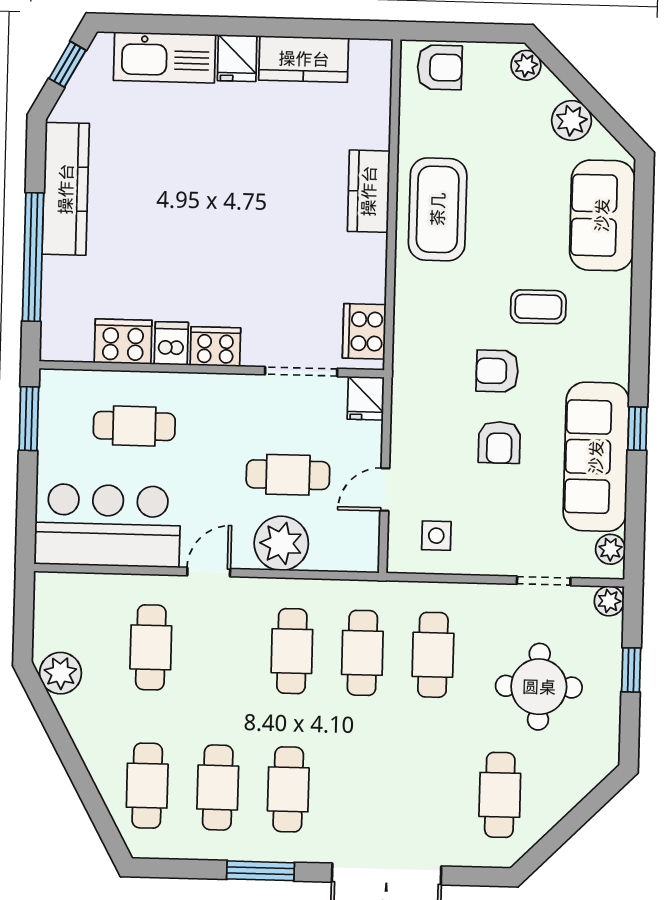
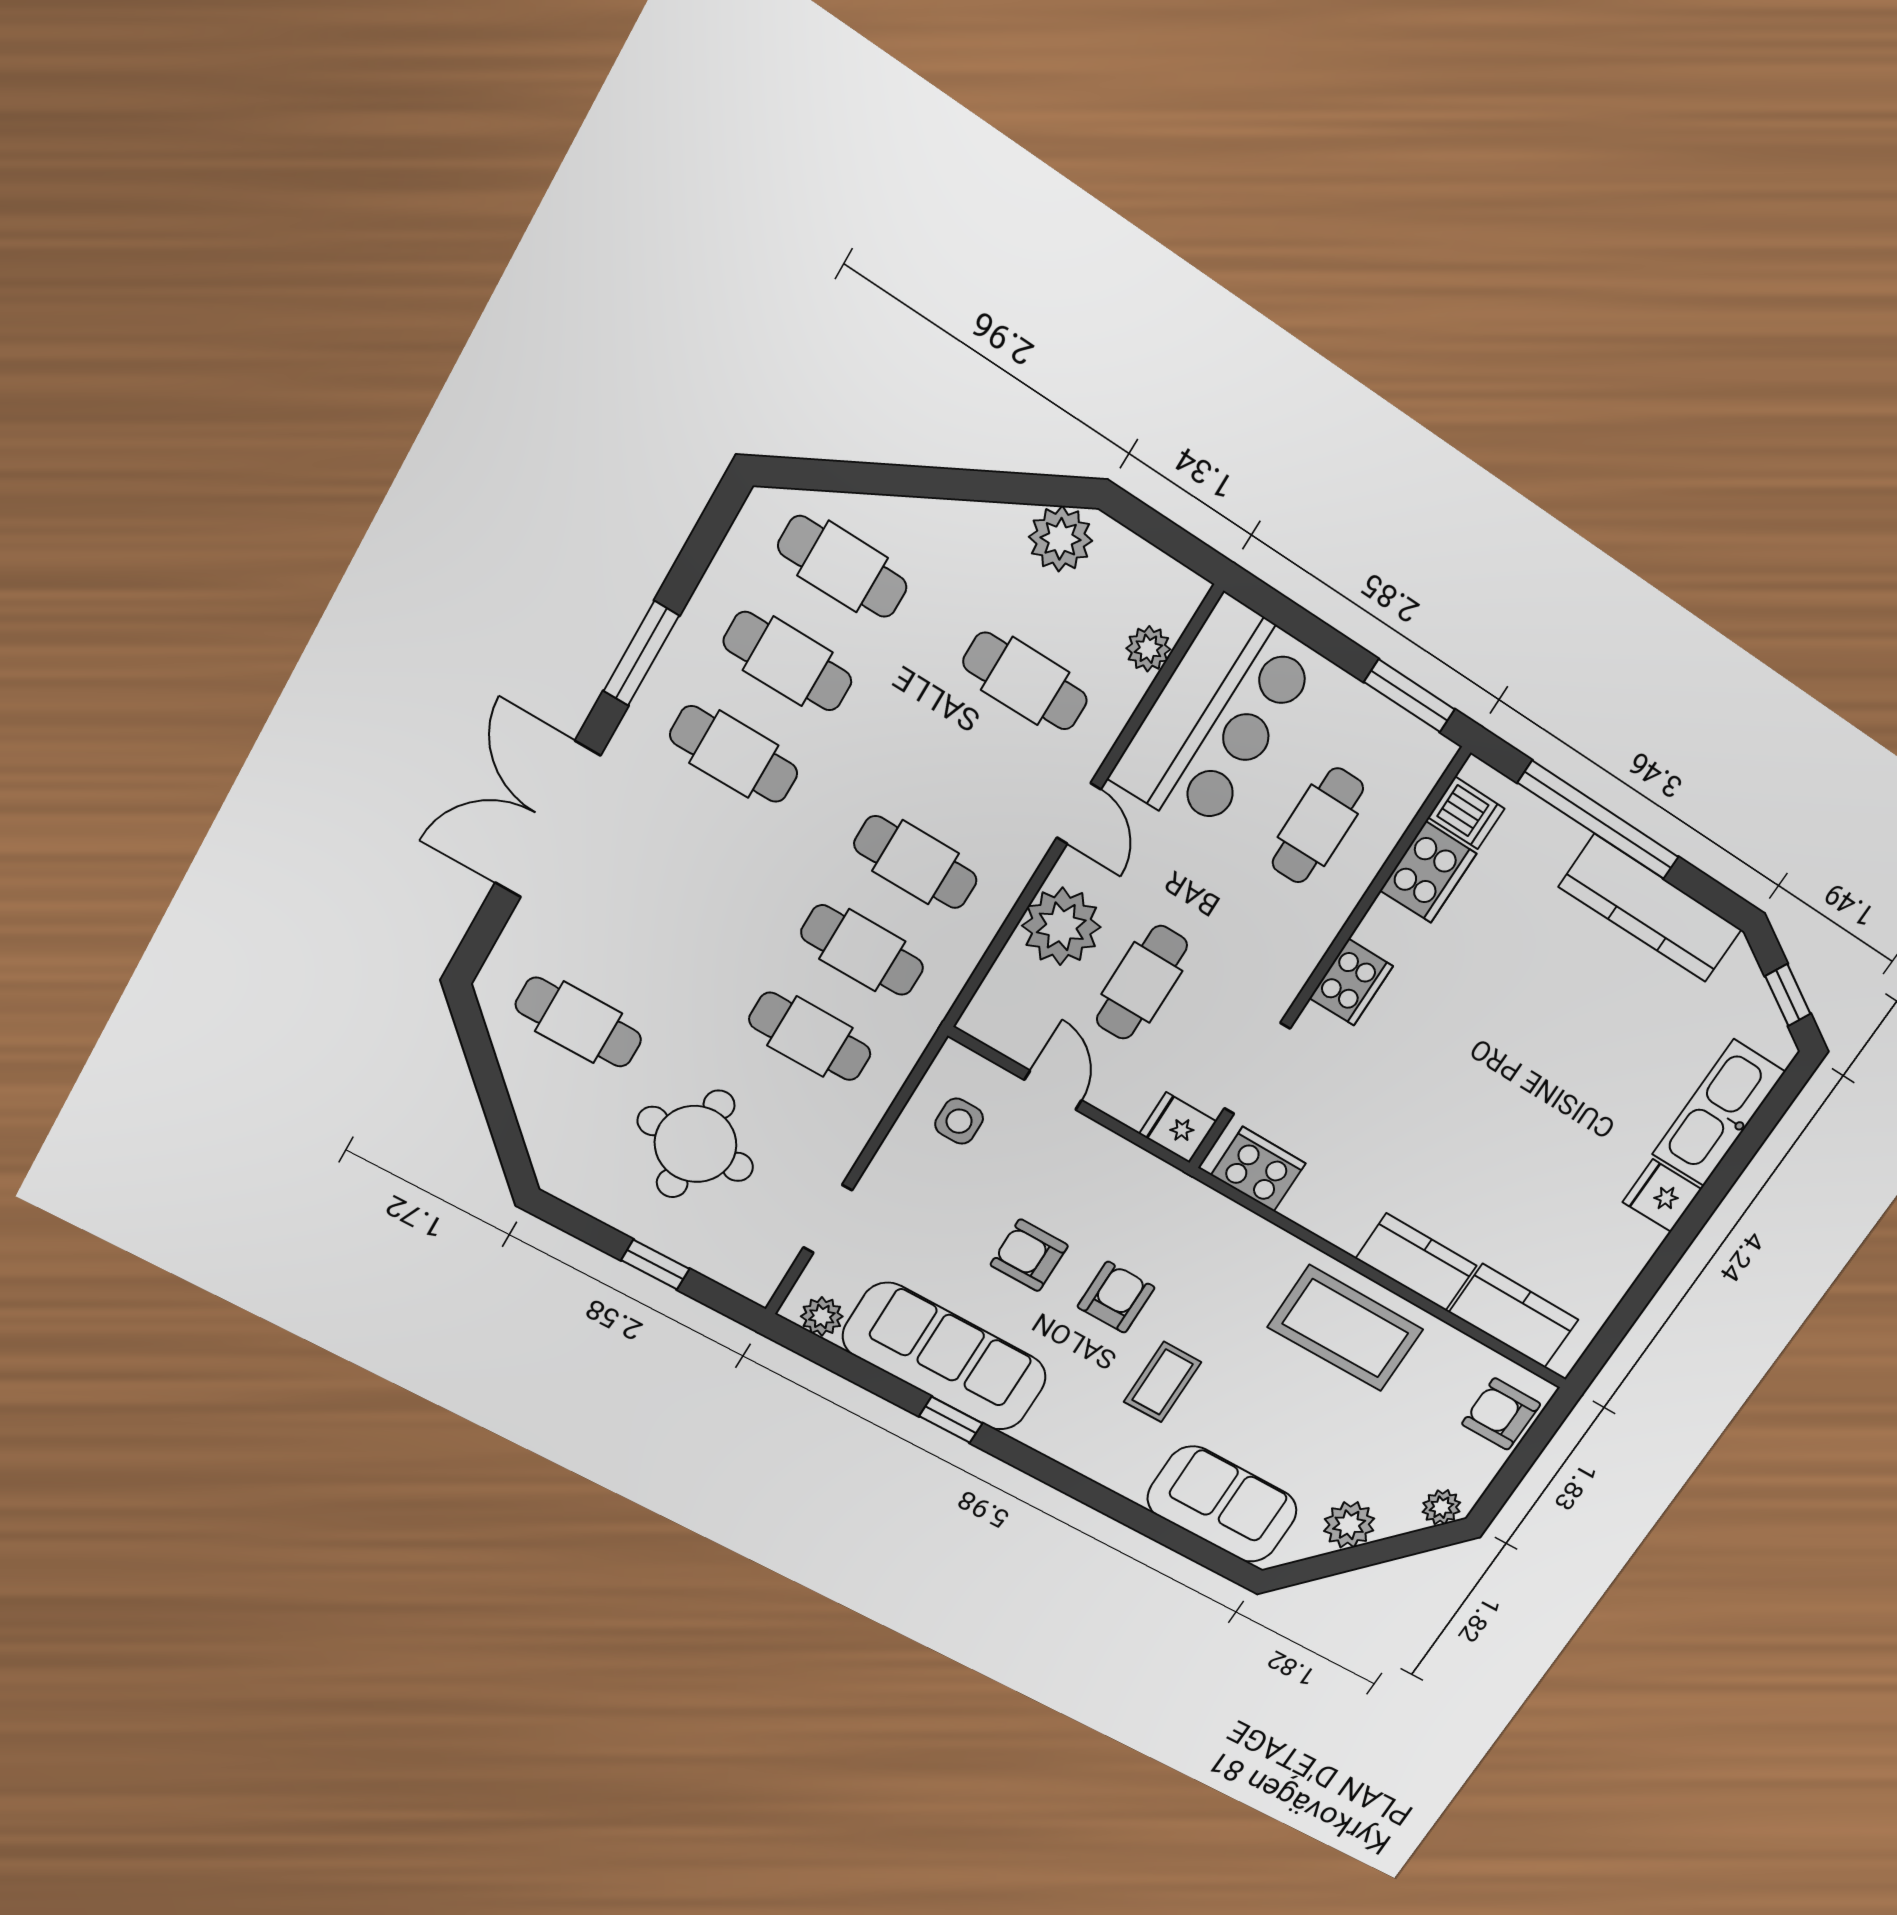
kitchen counter: (304, 59) -> (1514, 1316), moved, turned 90
armchair: (440, 67) -> (1501, 1414), turned 90
dishwasher: (171, 343) -> (1466, 813), moved
plant: (609, 601) -> (1148, 649), moved

